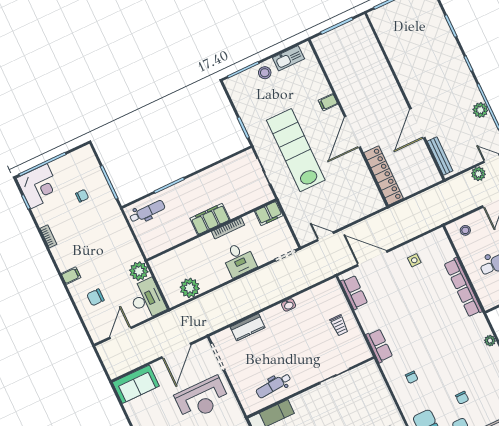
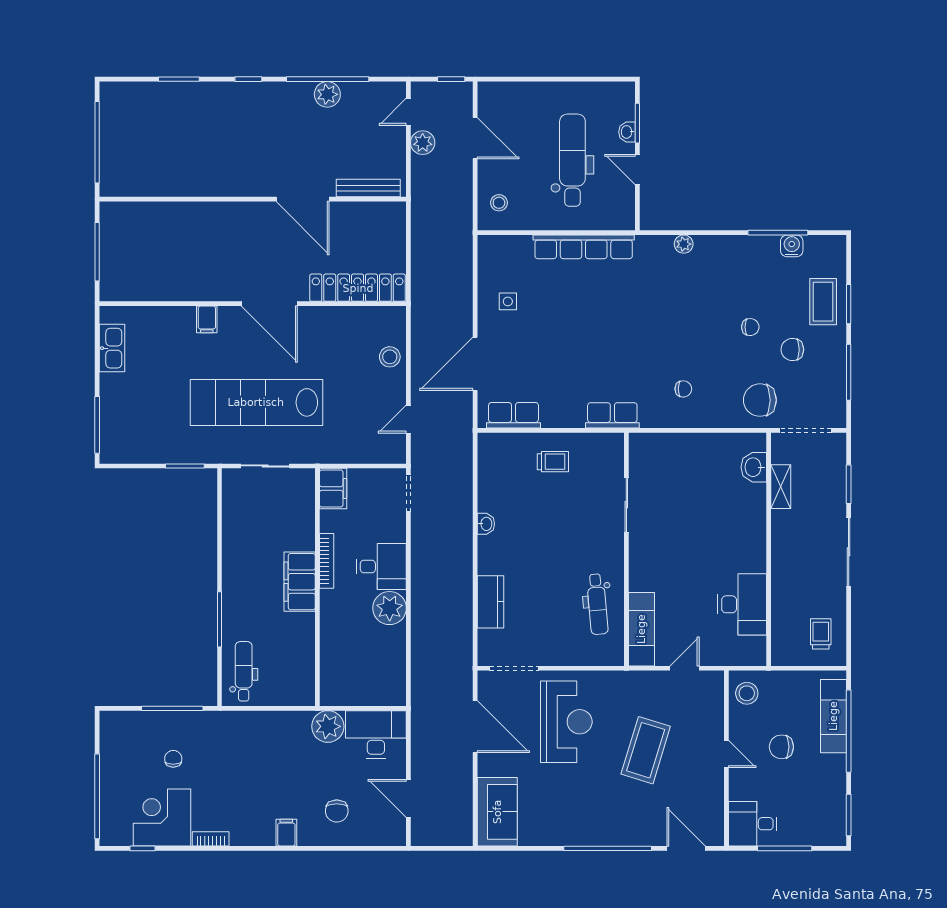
stool: (265, 73) -> (390, 357), moved
corner desk: (39, 186) -> (162, 817), moved, turned -90
plant: (190, 288) -> (390, 608), moved

